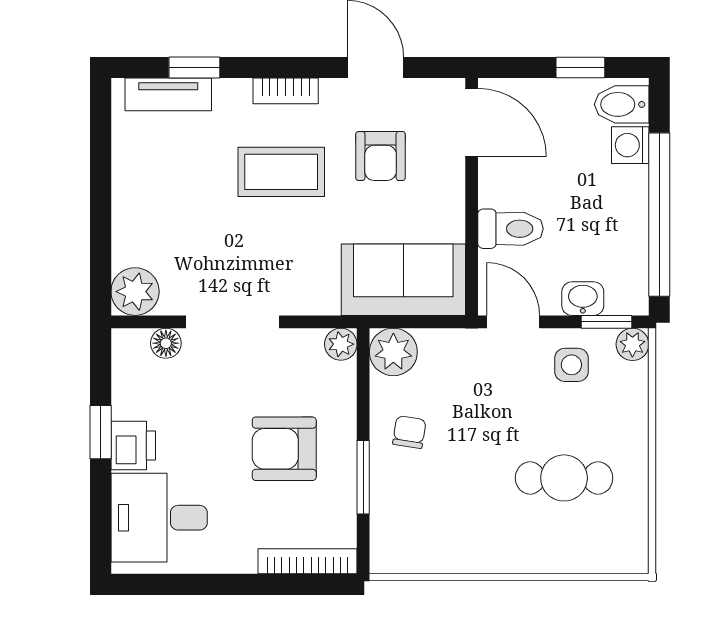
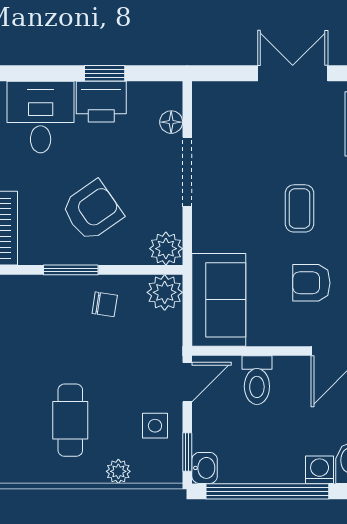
coffee table: (281, 172) -> (300, 208), width x0.73, depth x0.77
double door: (101, 181) -> (293, 73), added
plant: (135, 292) -> (210, 99), removed
washbasin: (583, 299) -> (205, 468), moved
plant: (341, 344) -> (166, 249), width x1.38, depth x1.38
plant: (632, 344) -> (118, 471), moved
printer: (133, 445) -> (101, 102), width x1.36, depth x1.24
armchair: (284, 449) -> (92, 211), turned 55

